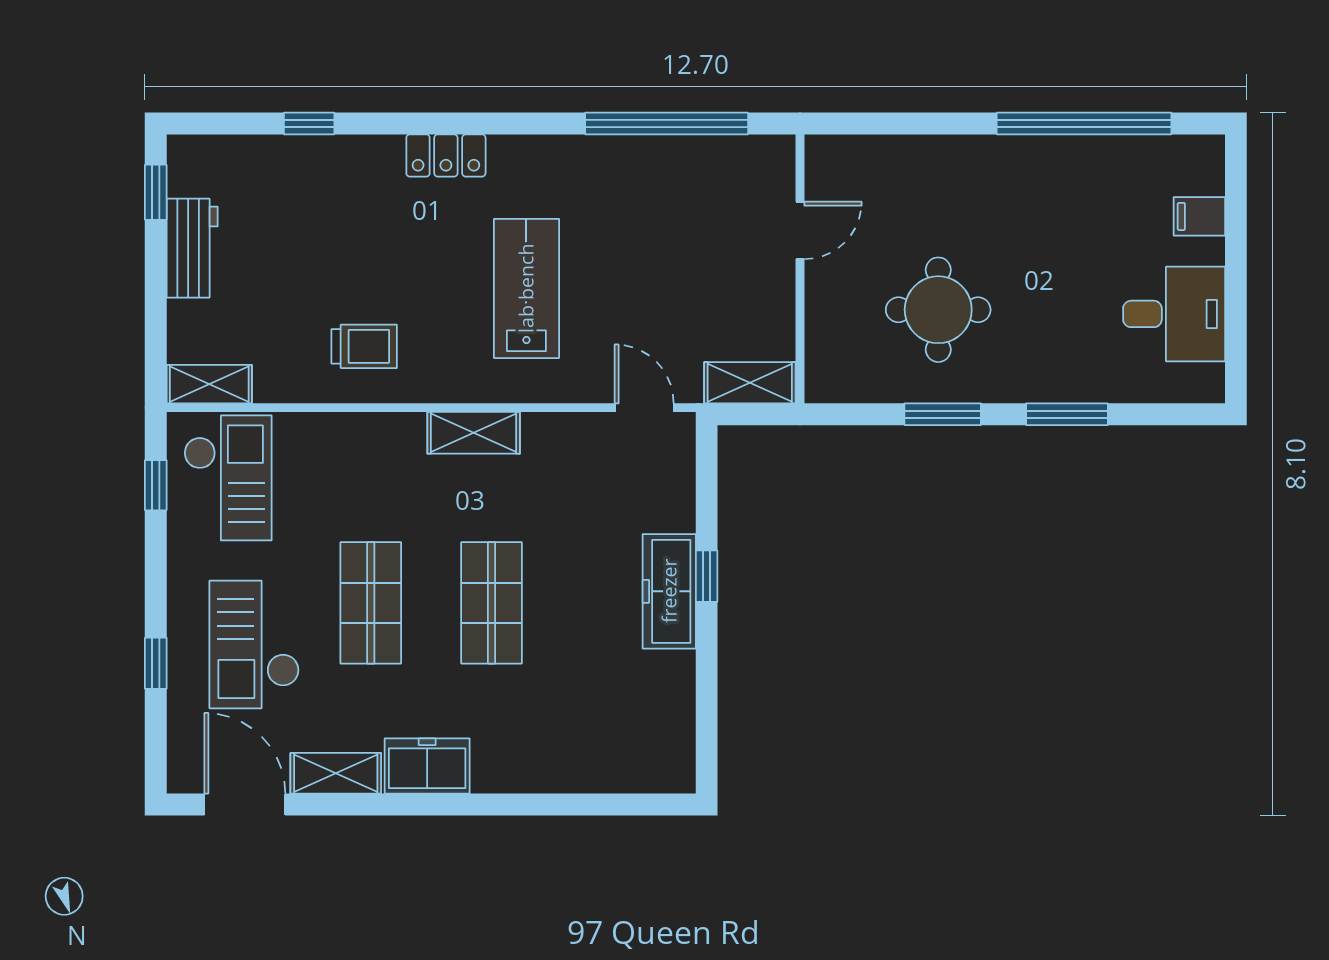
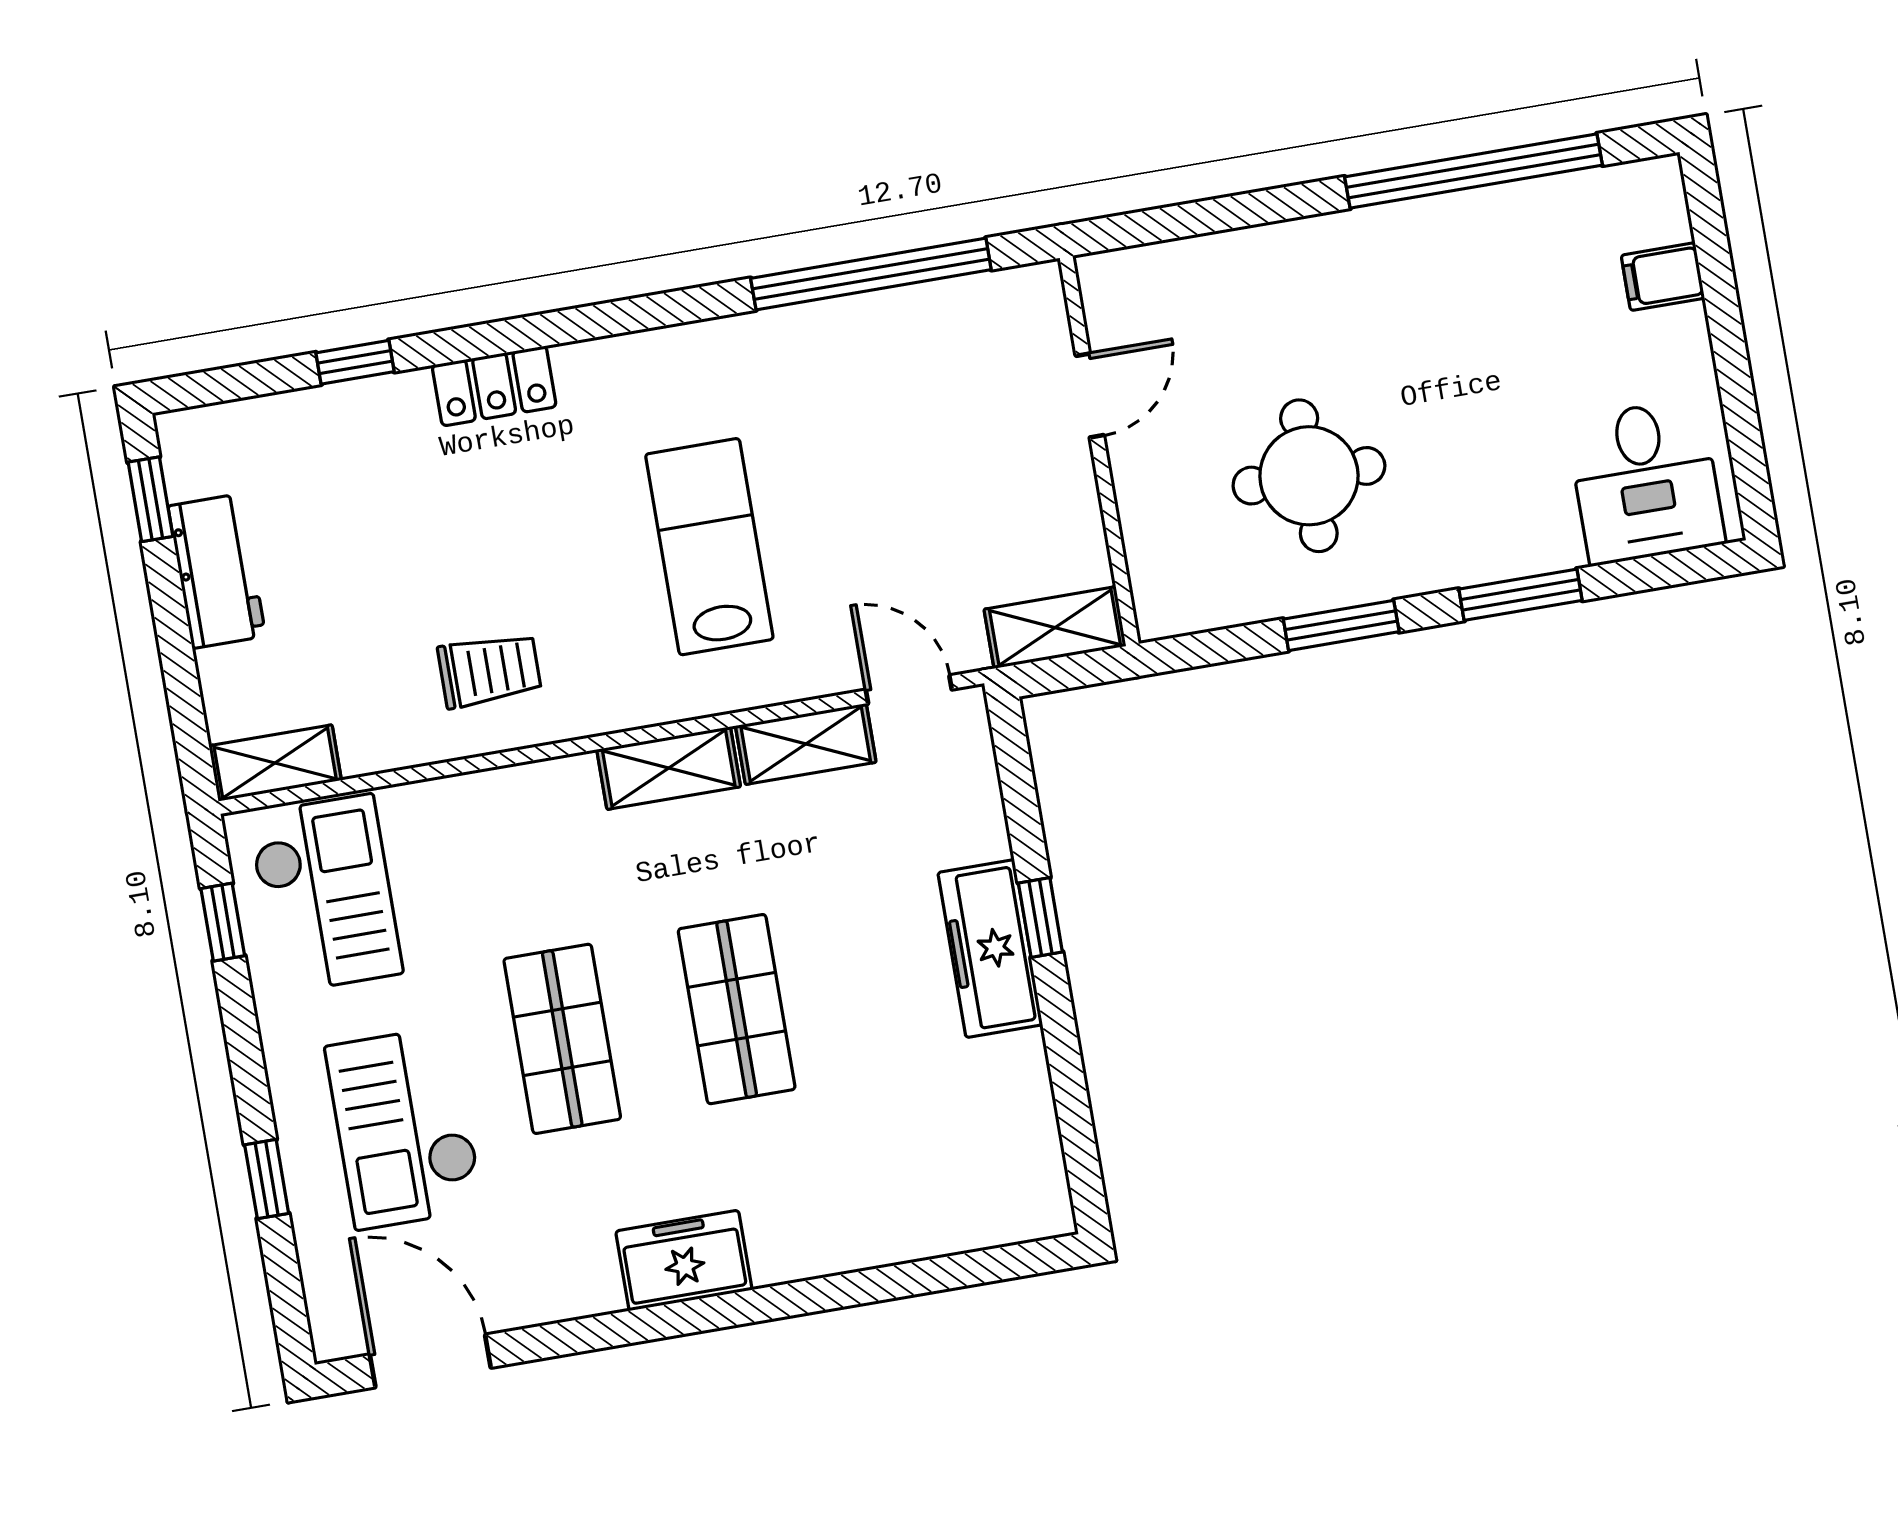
locker: (446, 155) -> (494, 386), moved
desk: (1174, 314) -> (1646, 481), moved, turned 90
shelving: (336, 773) -> (806, 744), moved

